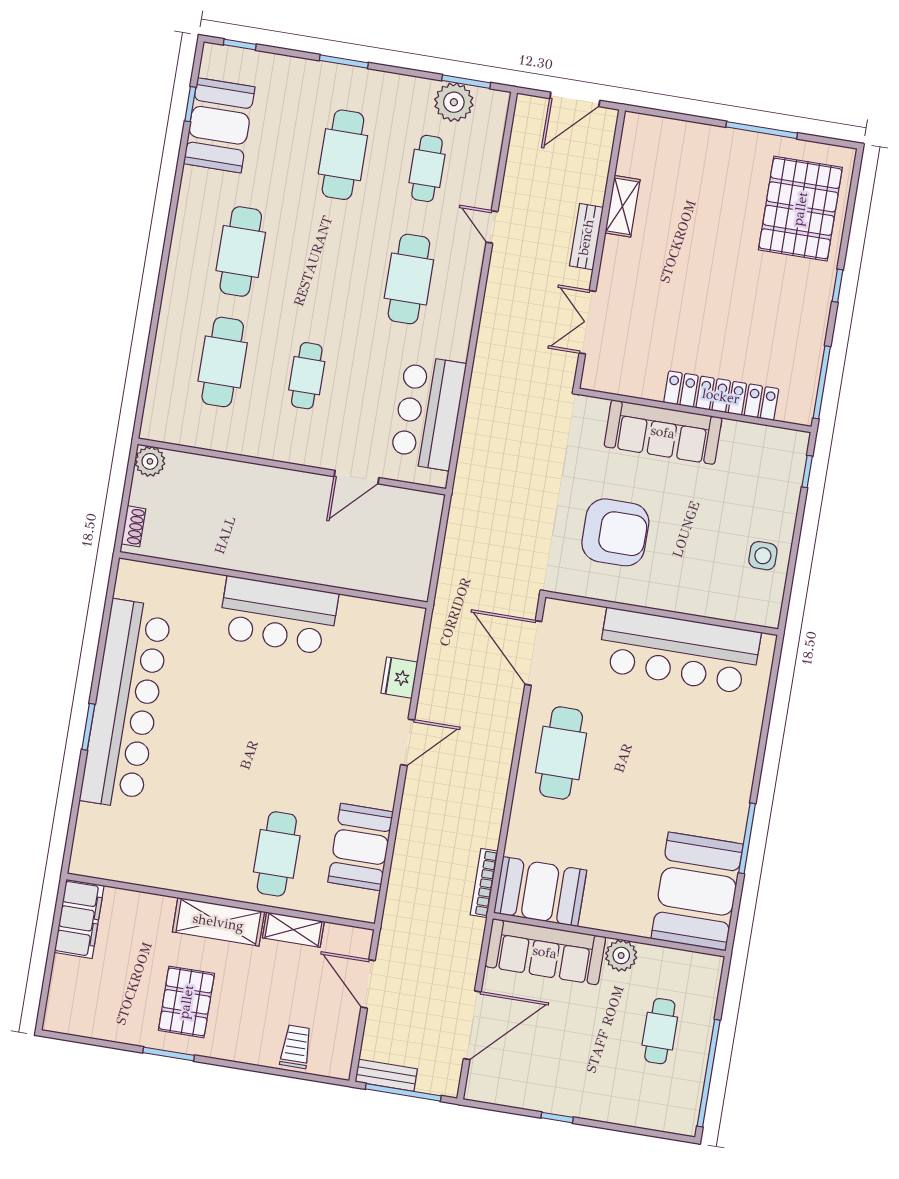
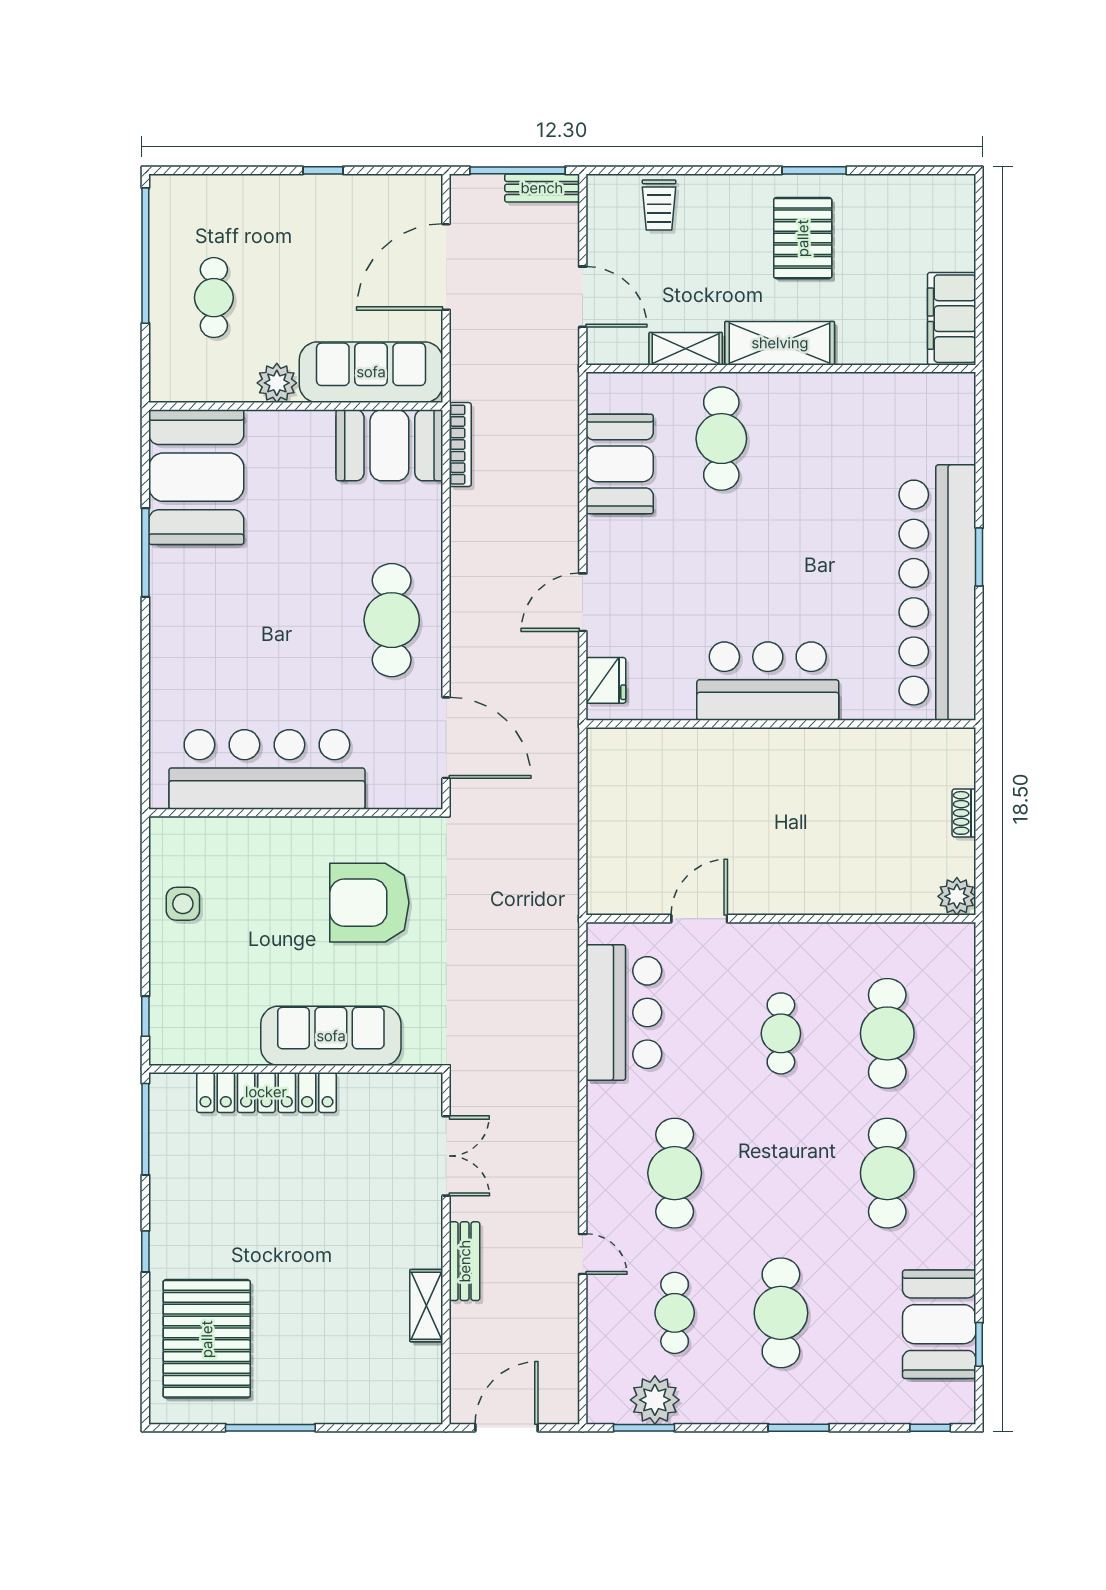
wall: (273, 580) -> (781, 724), moved
bar counter: (278, 616) -> (768, 681), moved

